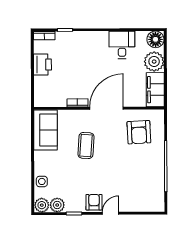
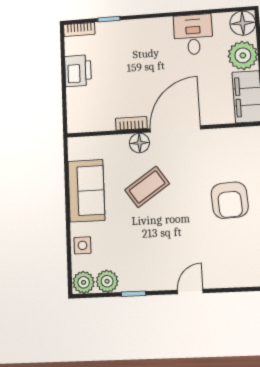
floor lamp: (82, 116) -> (139, 143), added
sofa: (46, 130) -> (86, 191), moved
armchair: (139, 132) -> (230, 200), moved
coffee table: (86, 145) -> (147, 187), turned 52
armchair: (94, 202) -> (164, 275), removed

